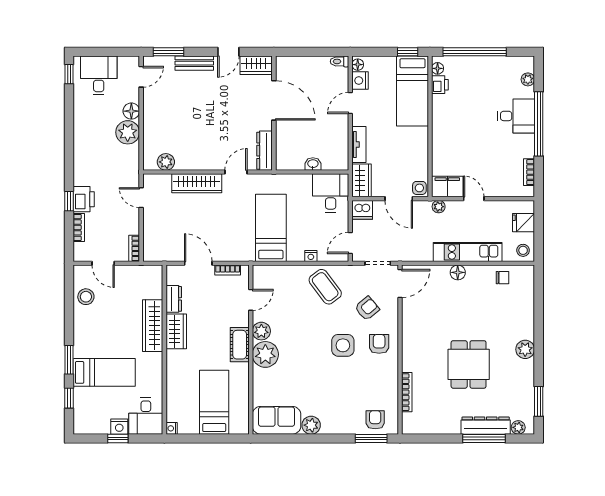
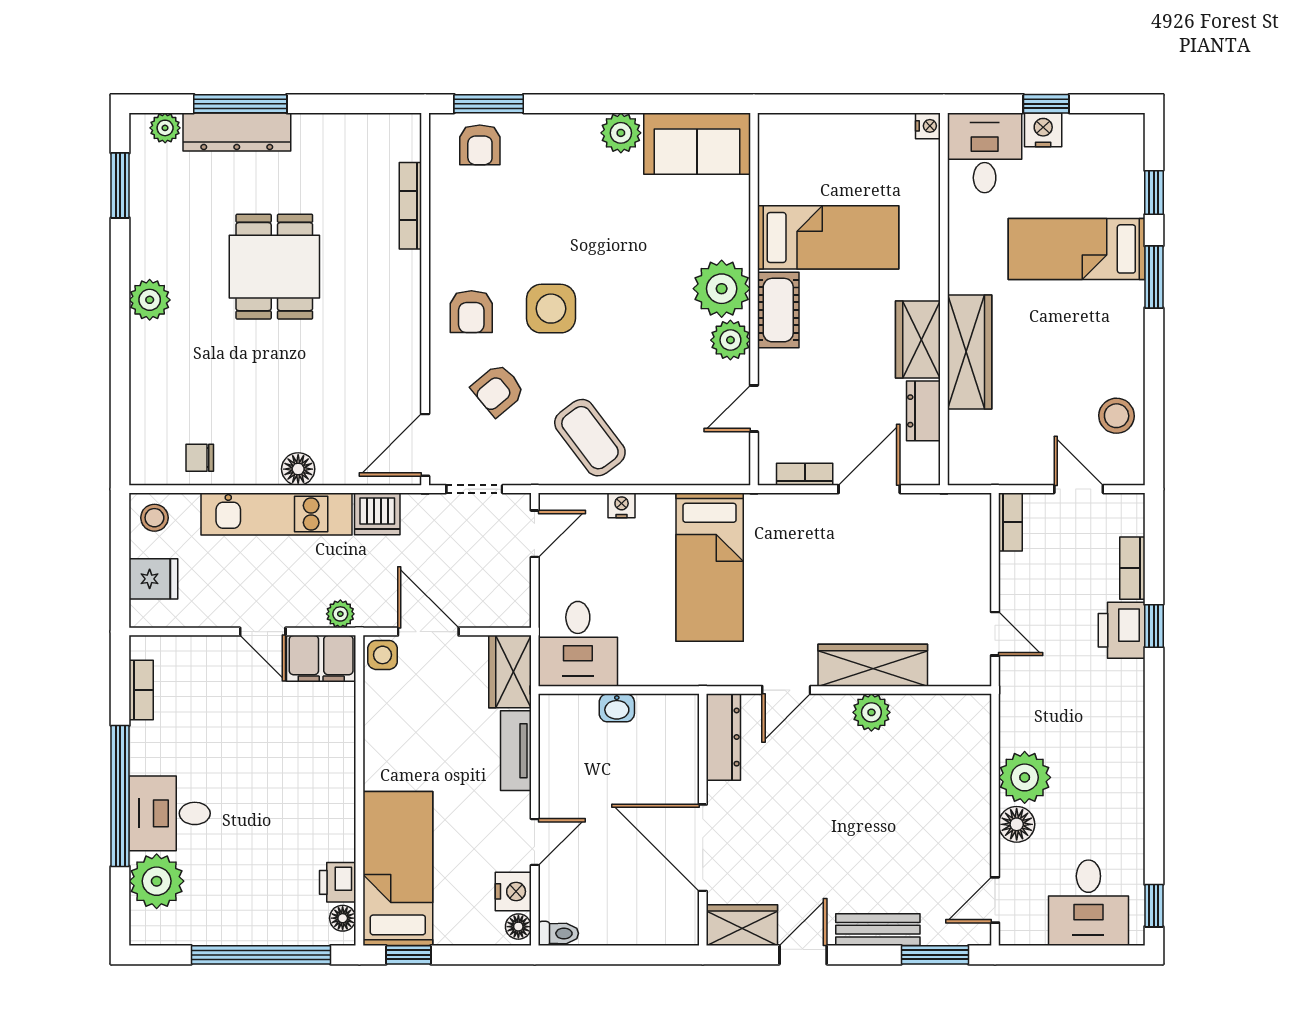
plant: (528, 79) -> (157, 881), width x1.87, depth x1.87
plant: (166, 162) -> (871, 712), moved
dishwasher: (362, 210) -> (377, 514), moved, turned 180
door: (198, 263) -> (869, 489), swing flipped
bed: (214, 402) -> (828, 237), moved, turned -90

